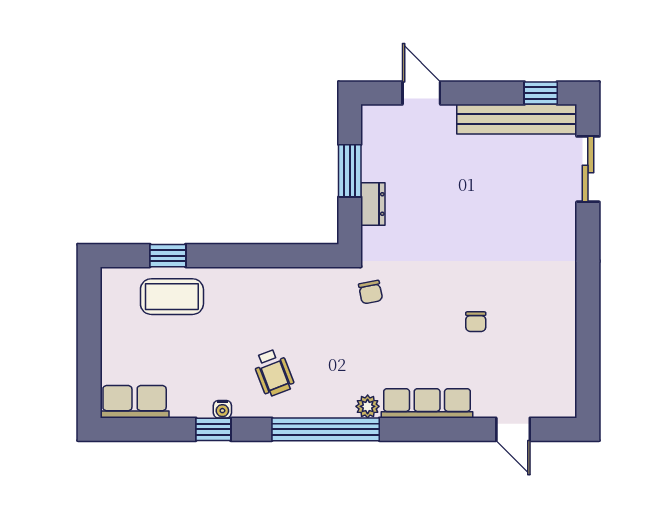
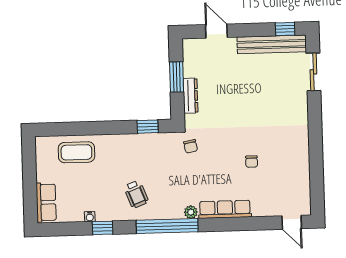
dresser: (373, 204) -> (190, 96), width x1.44
window: (168, 256) -> (148, 127), moved
row of seats: (135, 402) -> (46, 202), moved, turned 90
water cooler: (222, 409) -> (90, 217), moved
door: (513, 429) -> (292, 222), moved

